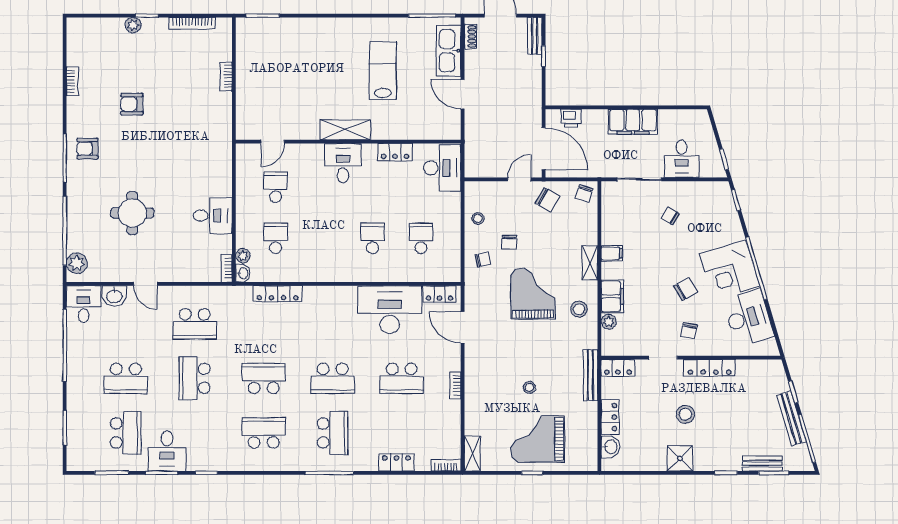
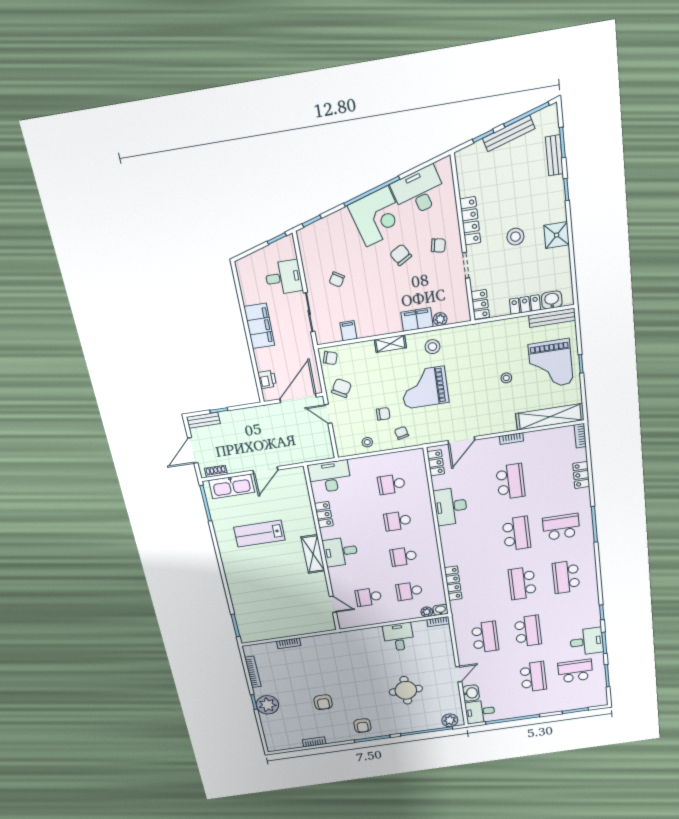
plant: (133, 25) -> (267, 705), width x1.88, depth x1.88
school desk: (324, 238) -> (403, 557), added
filing cabinet: (612, 253) -> (348, 331), moved
desk: (390, 310) -> (451, 506), width x0.73, depth x0.77
bench: (590, 375) -> (552, 318), moved
school desk: (195, 378) -> (528, 631), turned -90
shelving: (472, 453) -> (550, 417), width x2.20, depth x1.33

